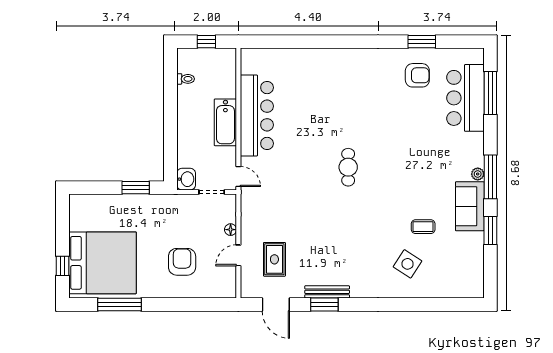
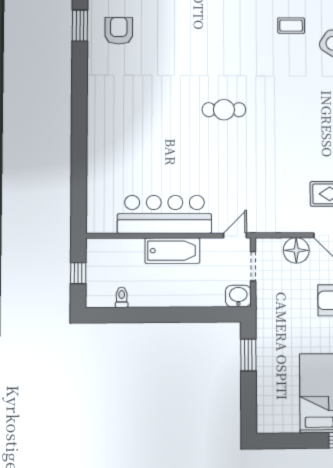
coffee table: (423, 227) -> (291, 26), turned 90
floor lamp: (231, 230) -> (296, 250), width x1.89, depth x1.89

